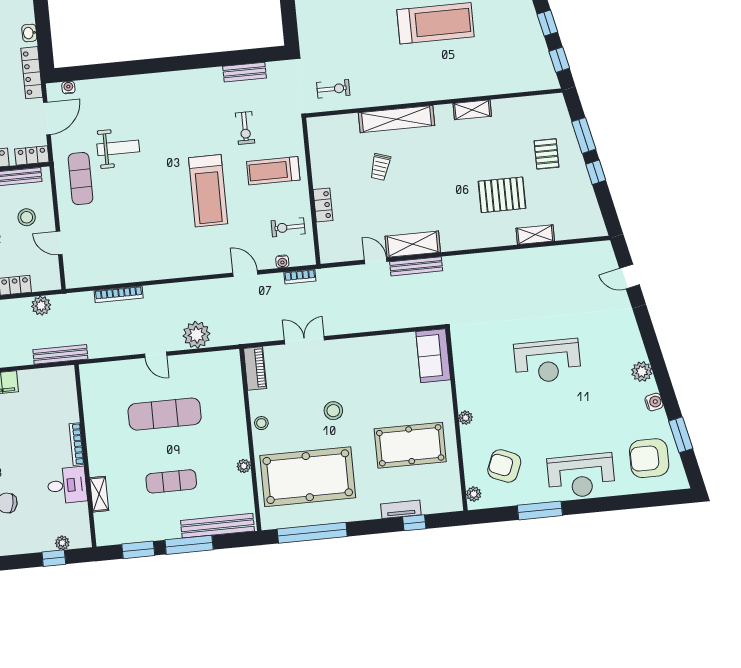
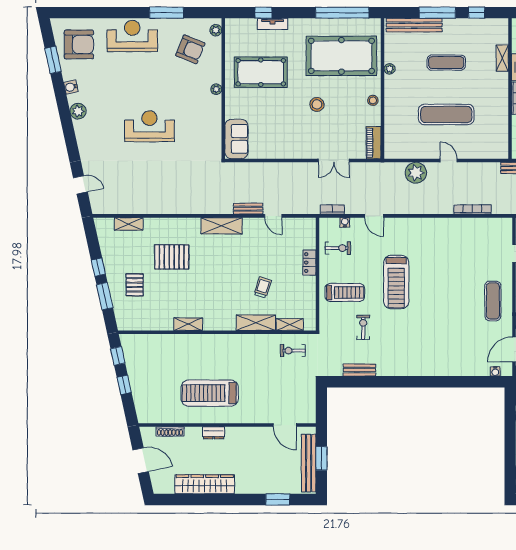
shelving: (396, 119) -> (256, 323), width x0.68
shelving: (341, 122) -> (290, 325), added
weight bench: (118, 148) -> (462, 322), removed
treadmill: (208, 191) -> (396, 282), turned 180
shelving: (535, 235) -> (129, 224), moved
shelving: (413, 244) -> (222, 226), moved
bench: (416, 266) -> (248, 209), width x0.73
window: (138, 550) -> (477, 13), width x0.67

